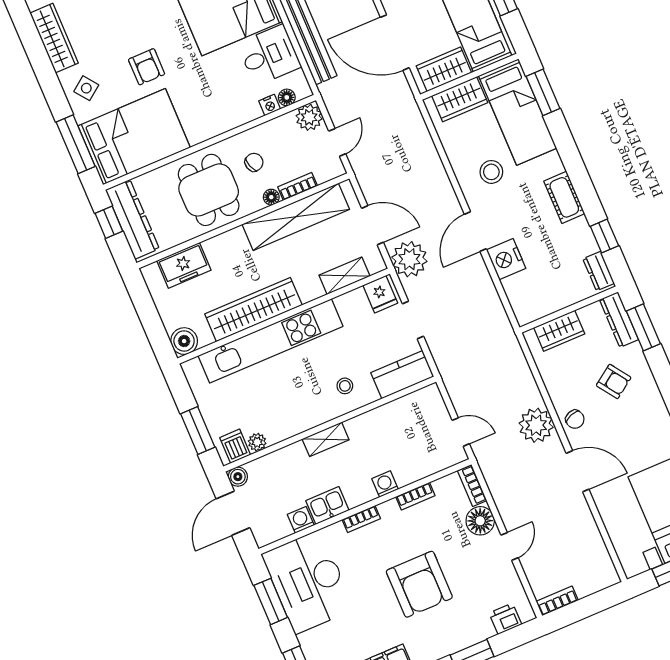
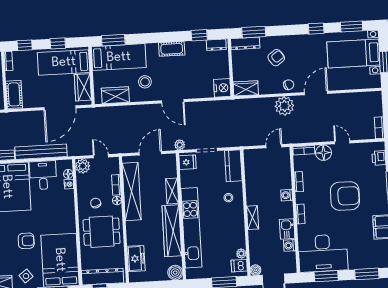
wardrobe: (460, 99) -> (115, 95), moved, turned -90
plant: (409, 259) -> (180, 145), width x0.53, depth x0.53
nightstand: (506, 259) -> (222, 88), moved, turned -90
shelving: (344, 276) -> (172, 191), moved
wardrobe: (559, 331) -> (246, 88), moved, turned -90

